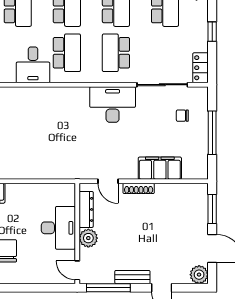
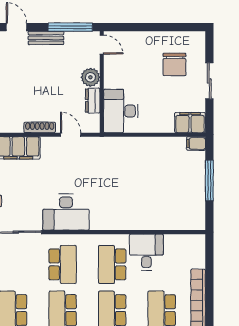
dresser: (86, 209) -> (93, 101), width x0.70
desk: (58, 228) -> (121, 111), moved

